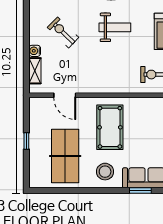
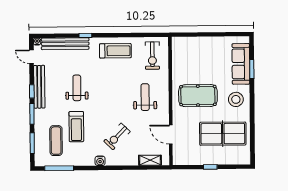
weight bench: (115, 27) -> (145, 97), moved
water cooler: (35, 51) -> (100, 161), moved
door: (65, 95) -> (171, 135), swing flipped

